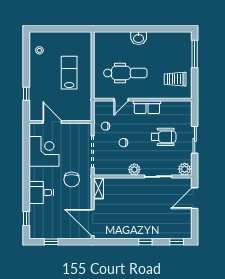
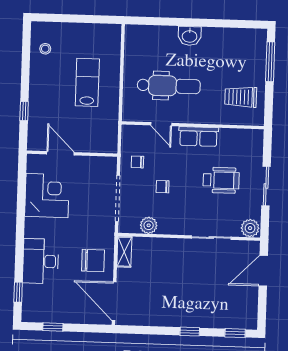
door: (121, 100) -> (161, 124), hinge flipped
plant: (134, 170) -> (149, 225), moved
chair: (72, 179) -> (93, 261), moved, turned -90
desk: (41, 193) -> (41, 261), width x1.37

